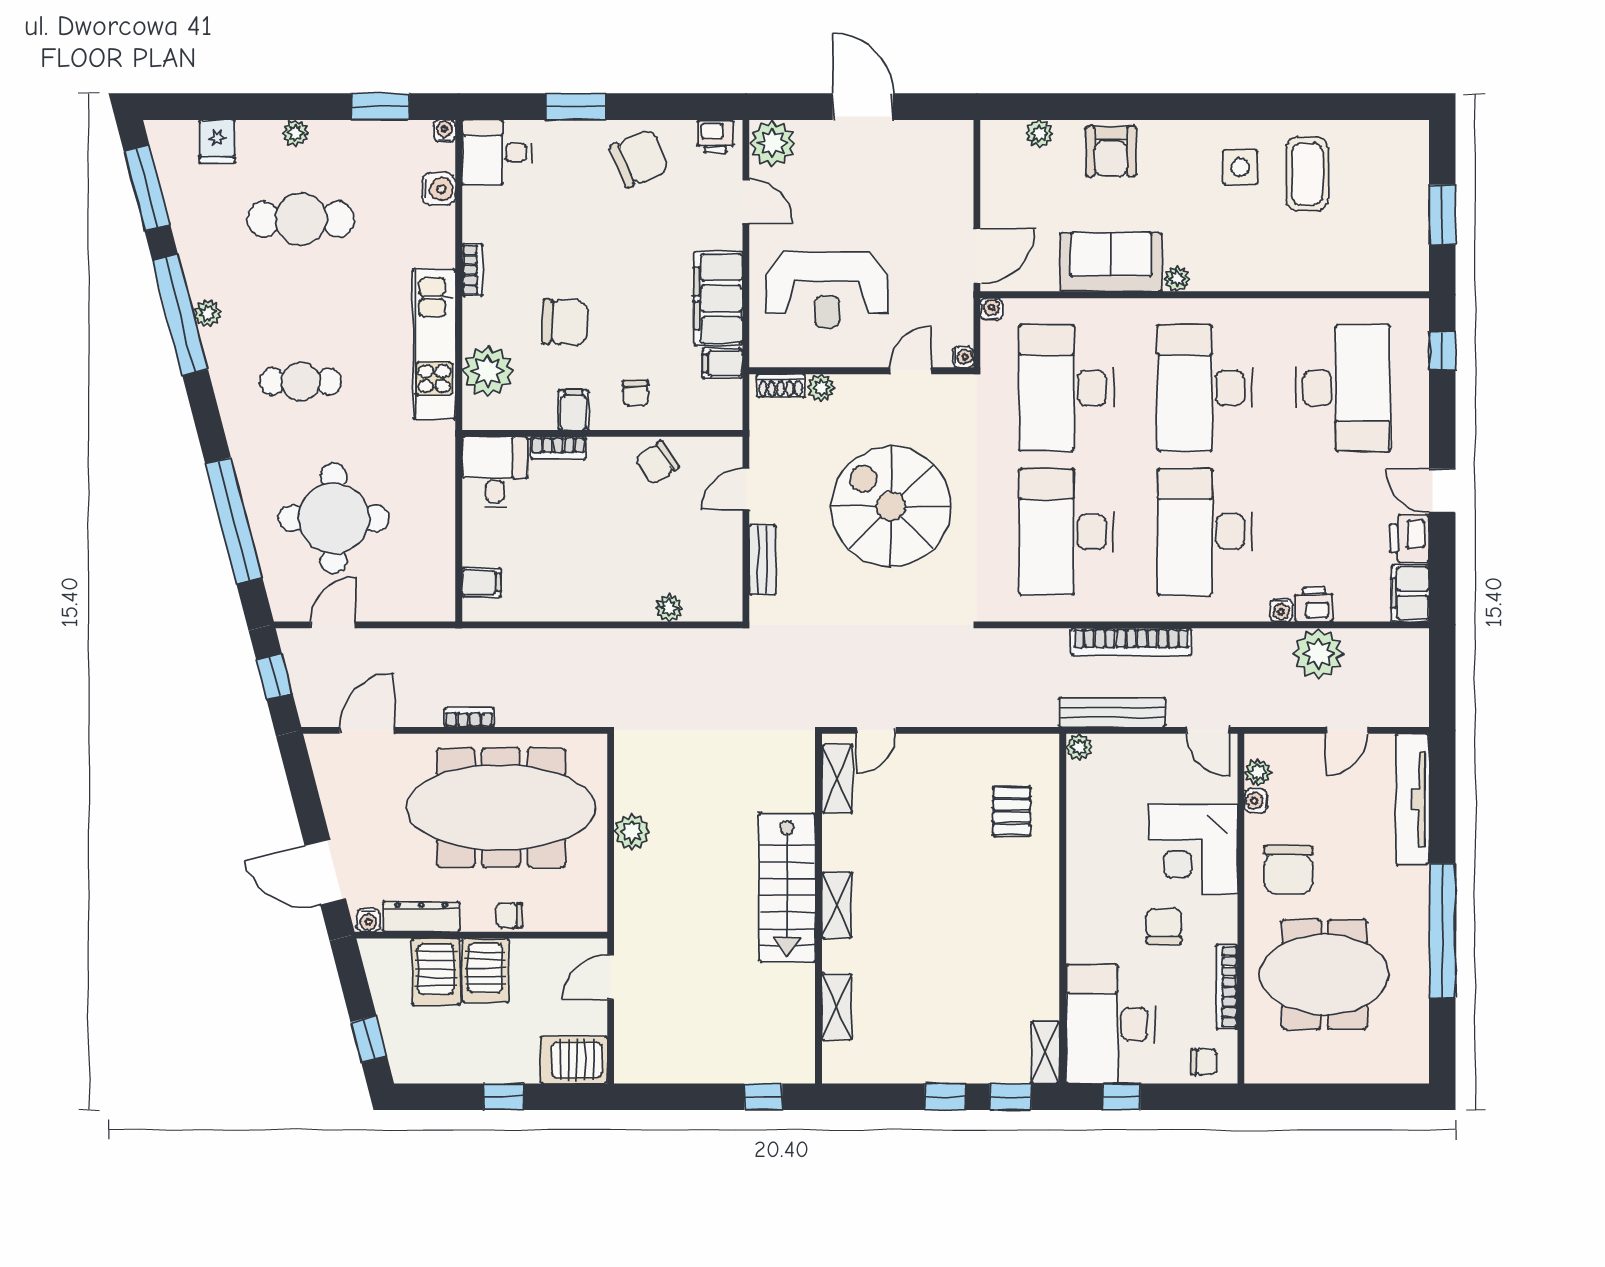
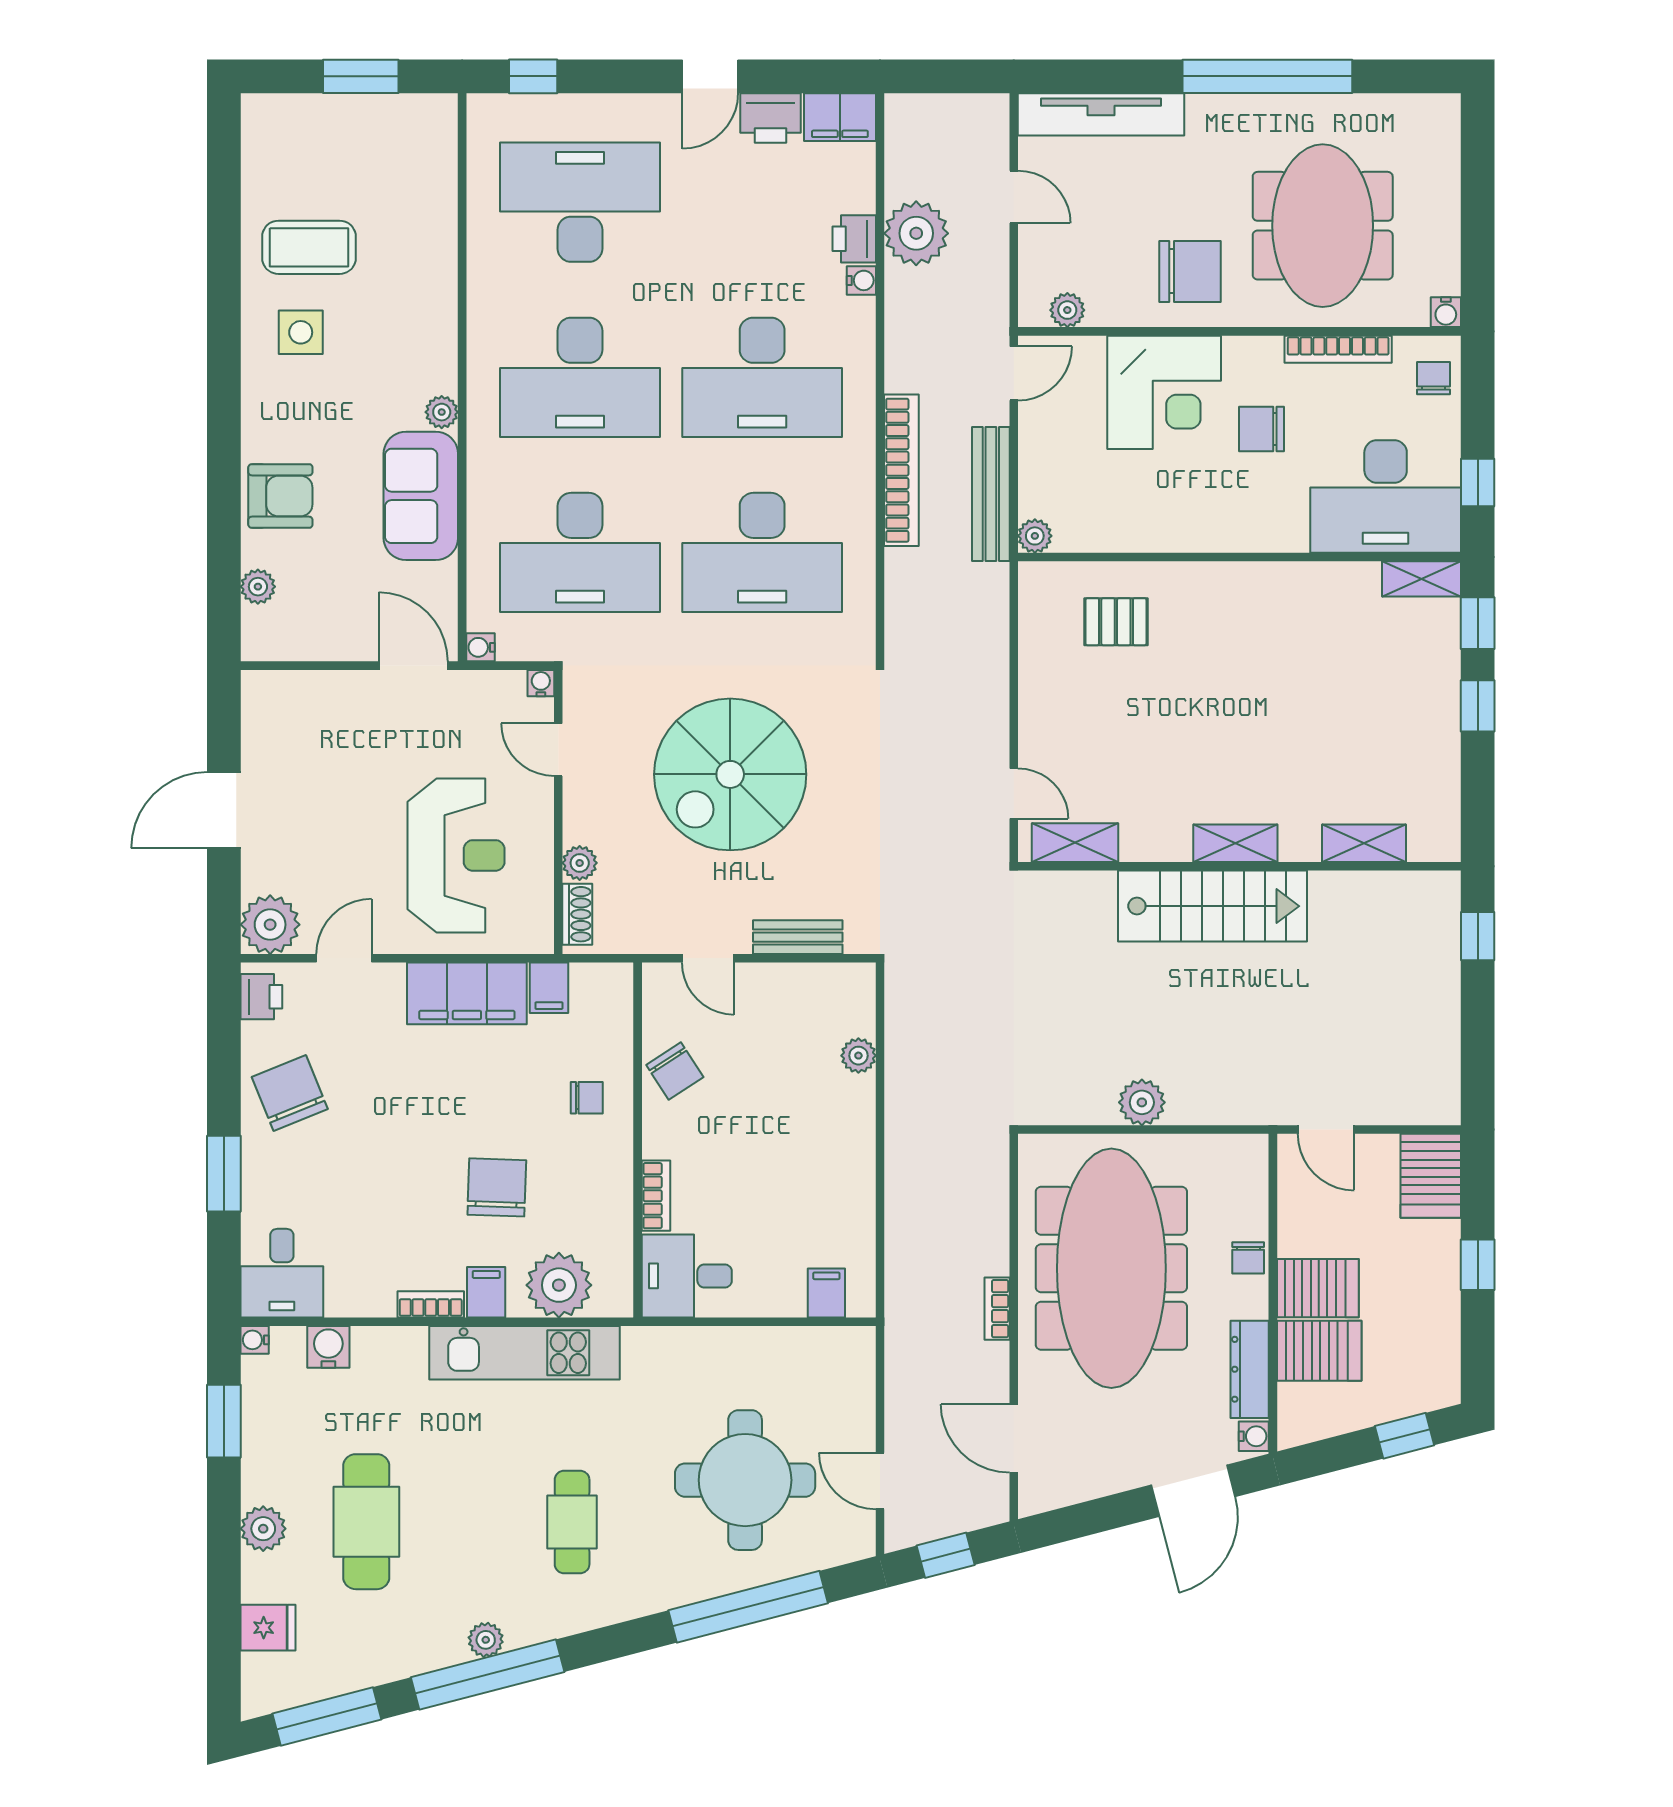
plant: (295, 133) -> (263, 1529), width x1.38, depth x1.38
filing cabinet: (574, 410) -> (486, 1292), moved, turned 90
water cooler: (1256, 801) -> (1446, 312), moved

